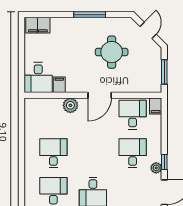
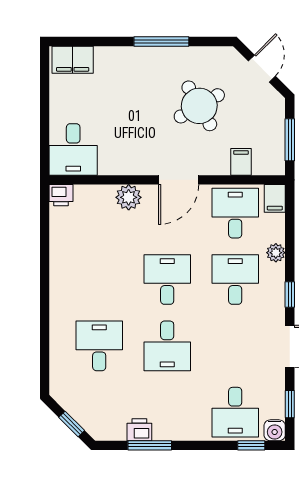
round table: (112, 52) -> (199, 106), turned -30
filing cabinet: (59, 85) -> (241, 162), moved
printer: (31, 104) -> (61, 195), added
desk: (53, 153) -> (167, 279), moved
plant: (156, 168) -> (276, 253), moved

